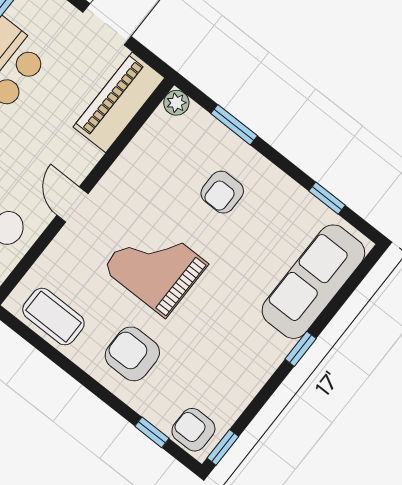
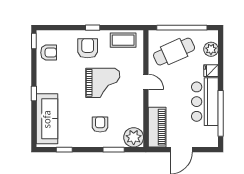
plant: (176, 103) -> (134, 137), width x1.87, depth x1.87
armchair: (132, 354) -> (88, 48), turned -90
armchair: (193, 430) -> (49, 53), moved
window: (152, 432) -> (93, 28), moved

